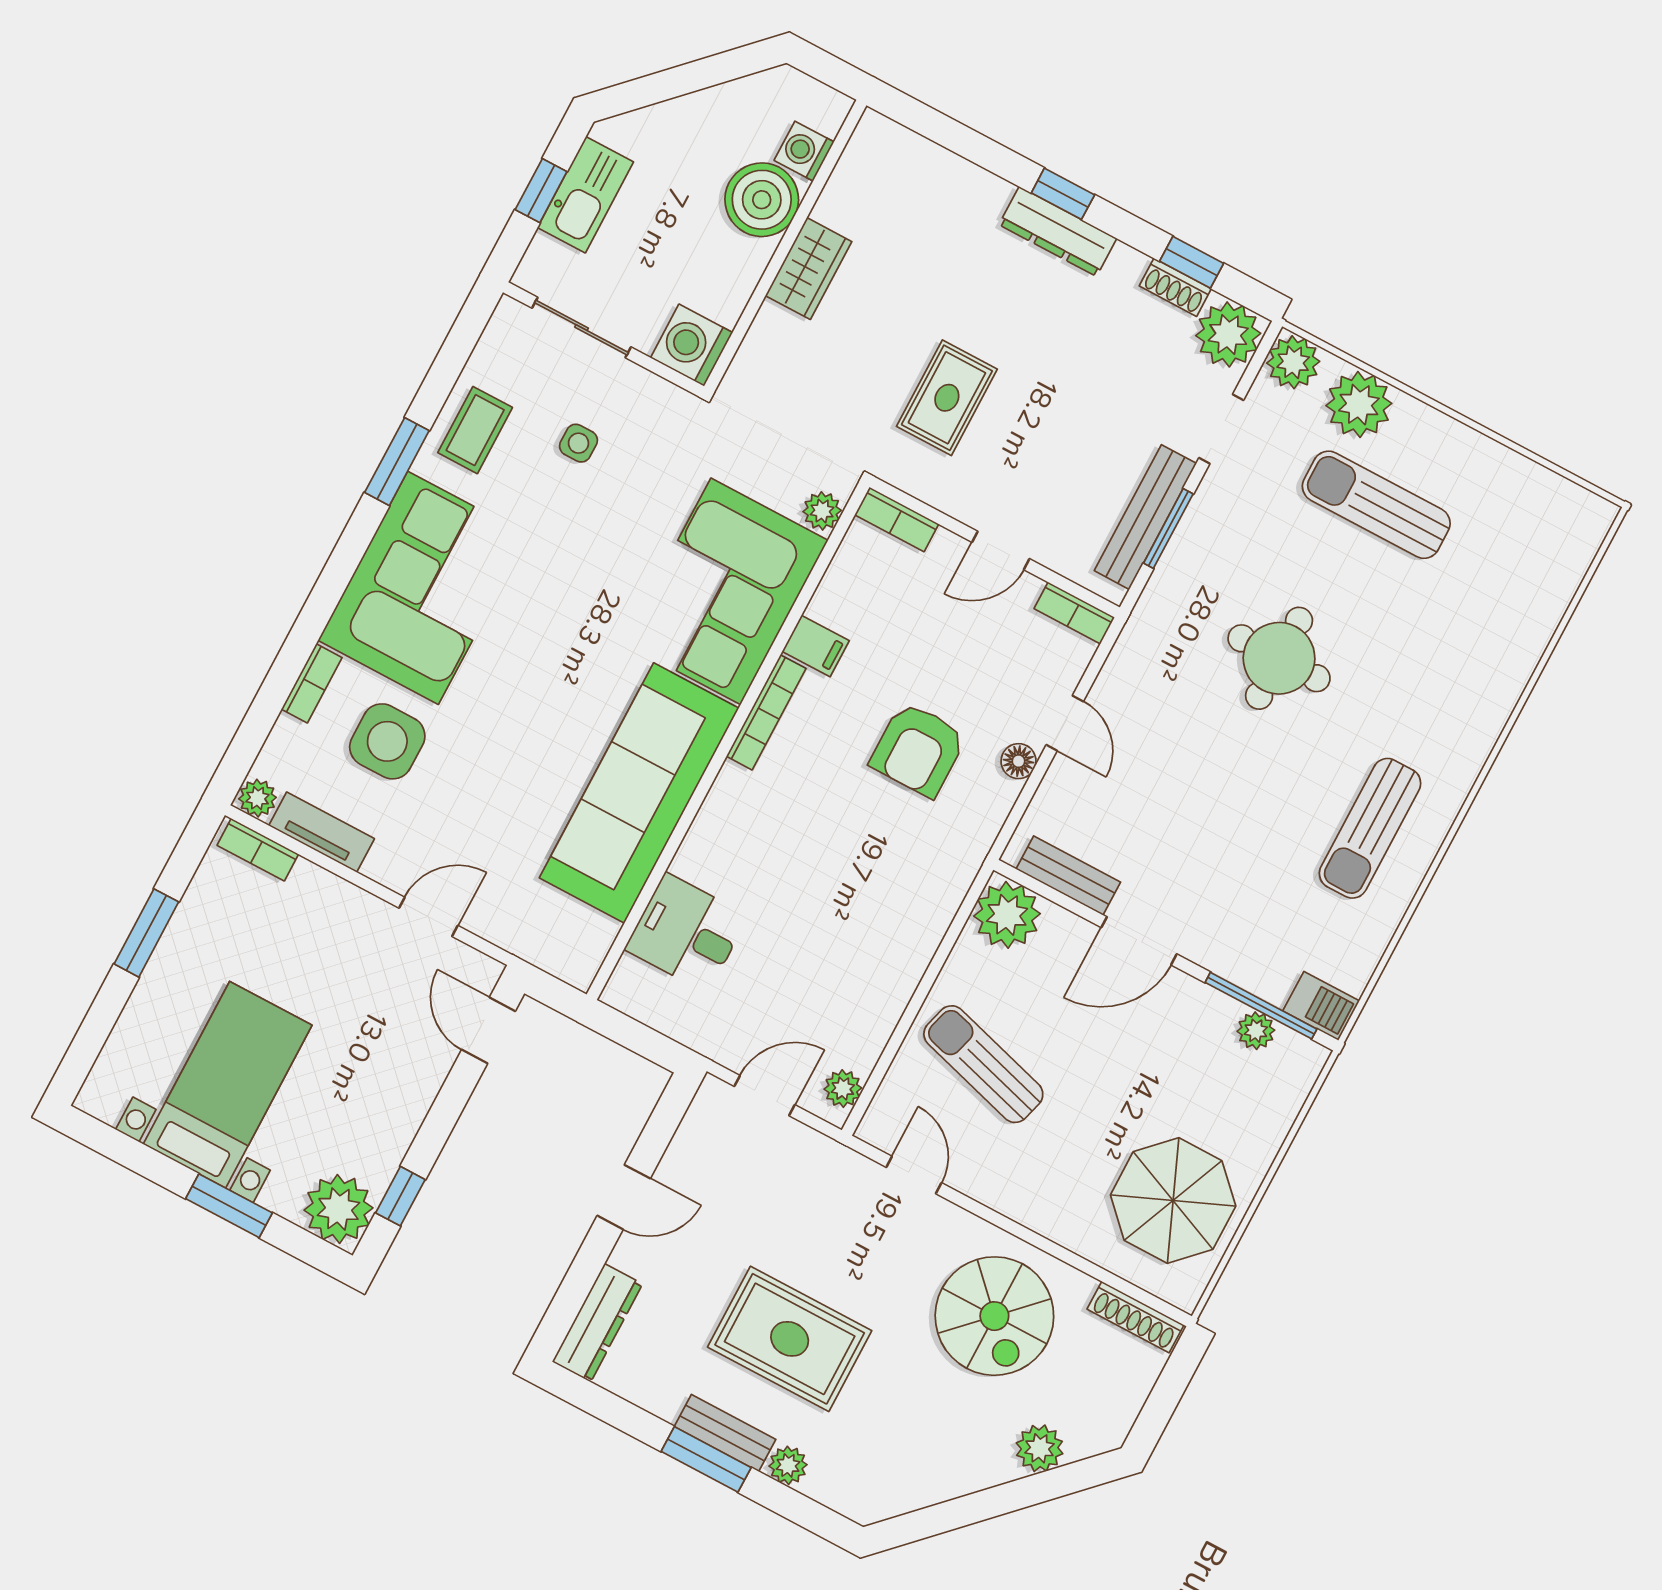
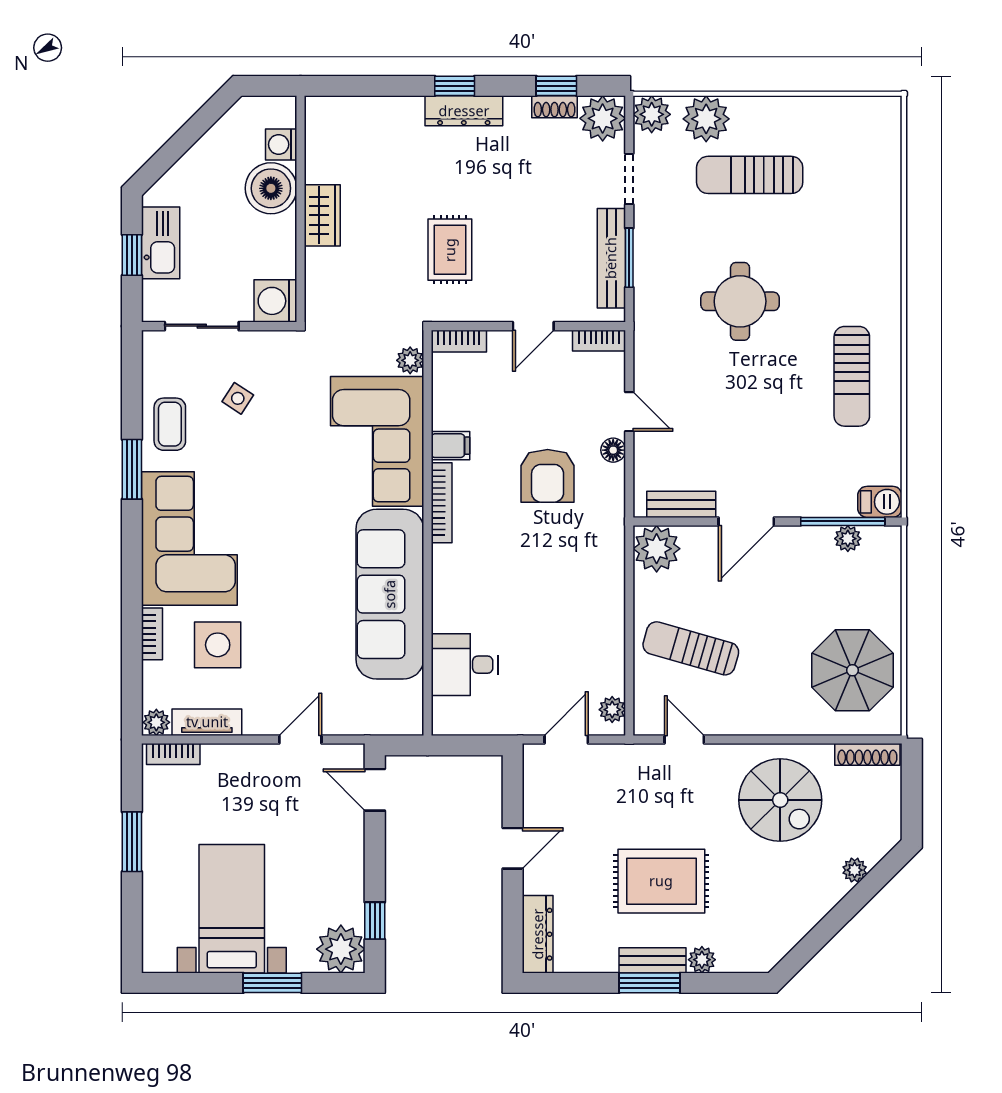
side table: (578, 443) -> (238, 398), turned 33
plant: (1040, 1448) -> (855, 870), width x0.73, depth x0.73

